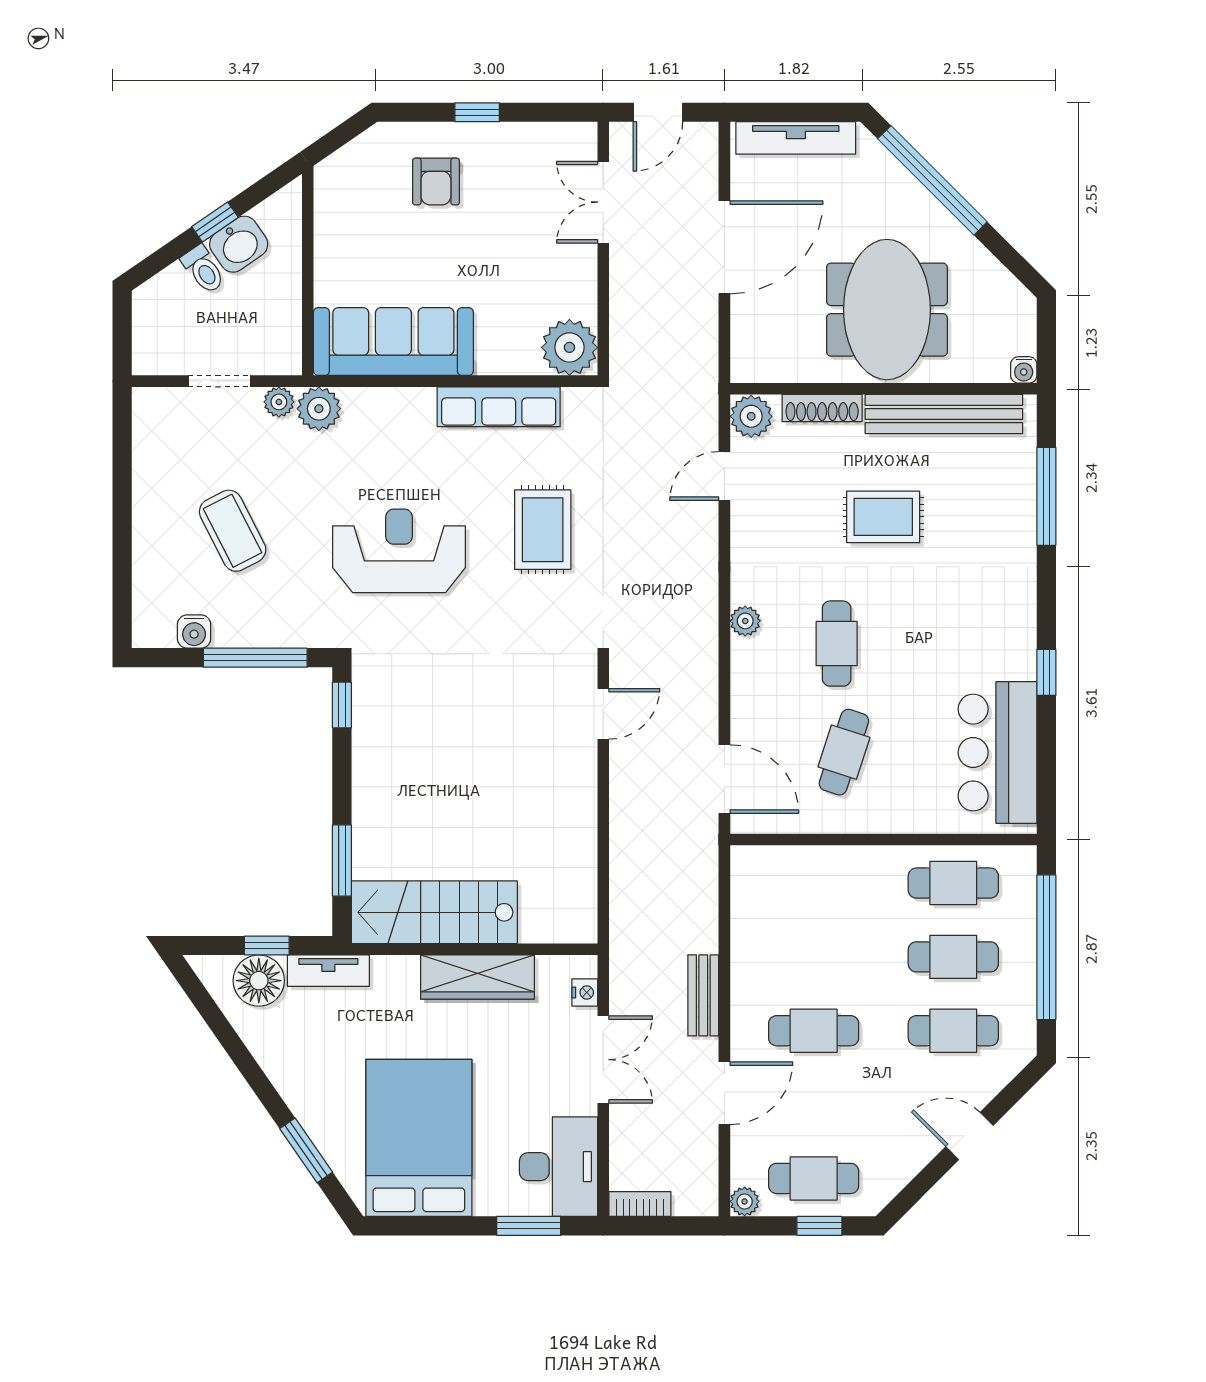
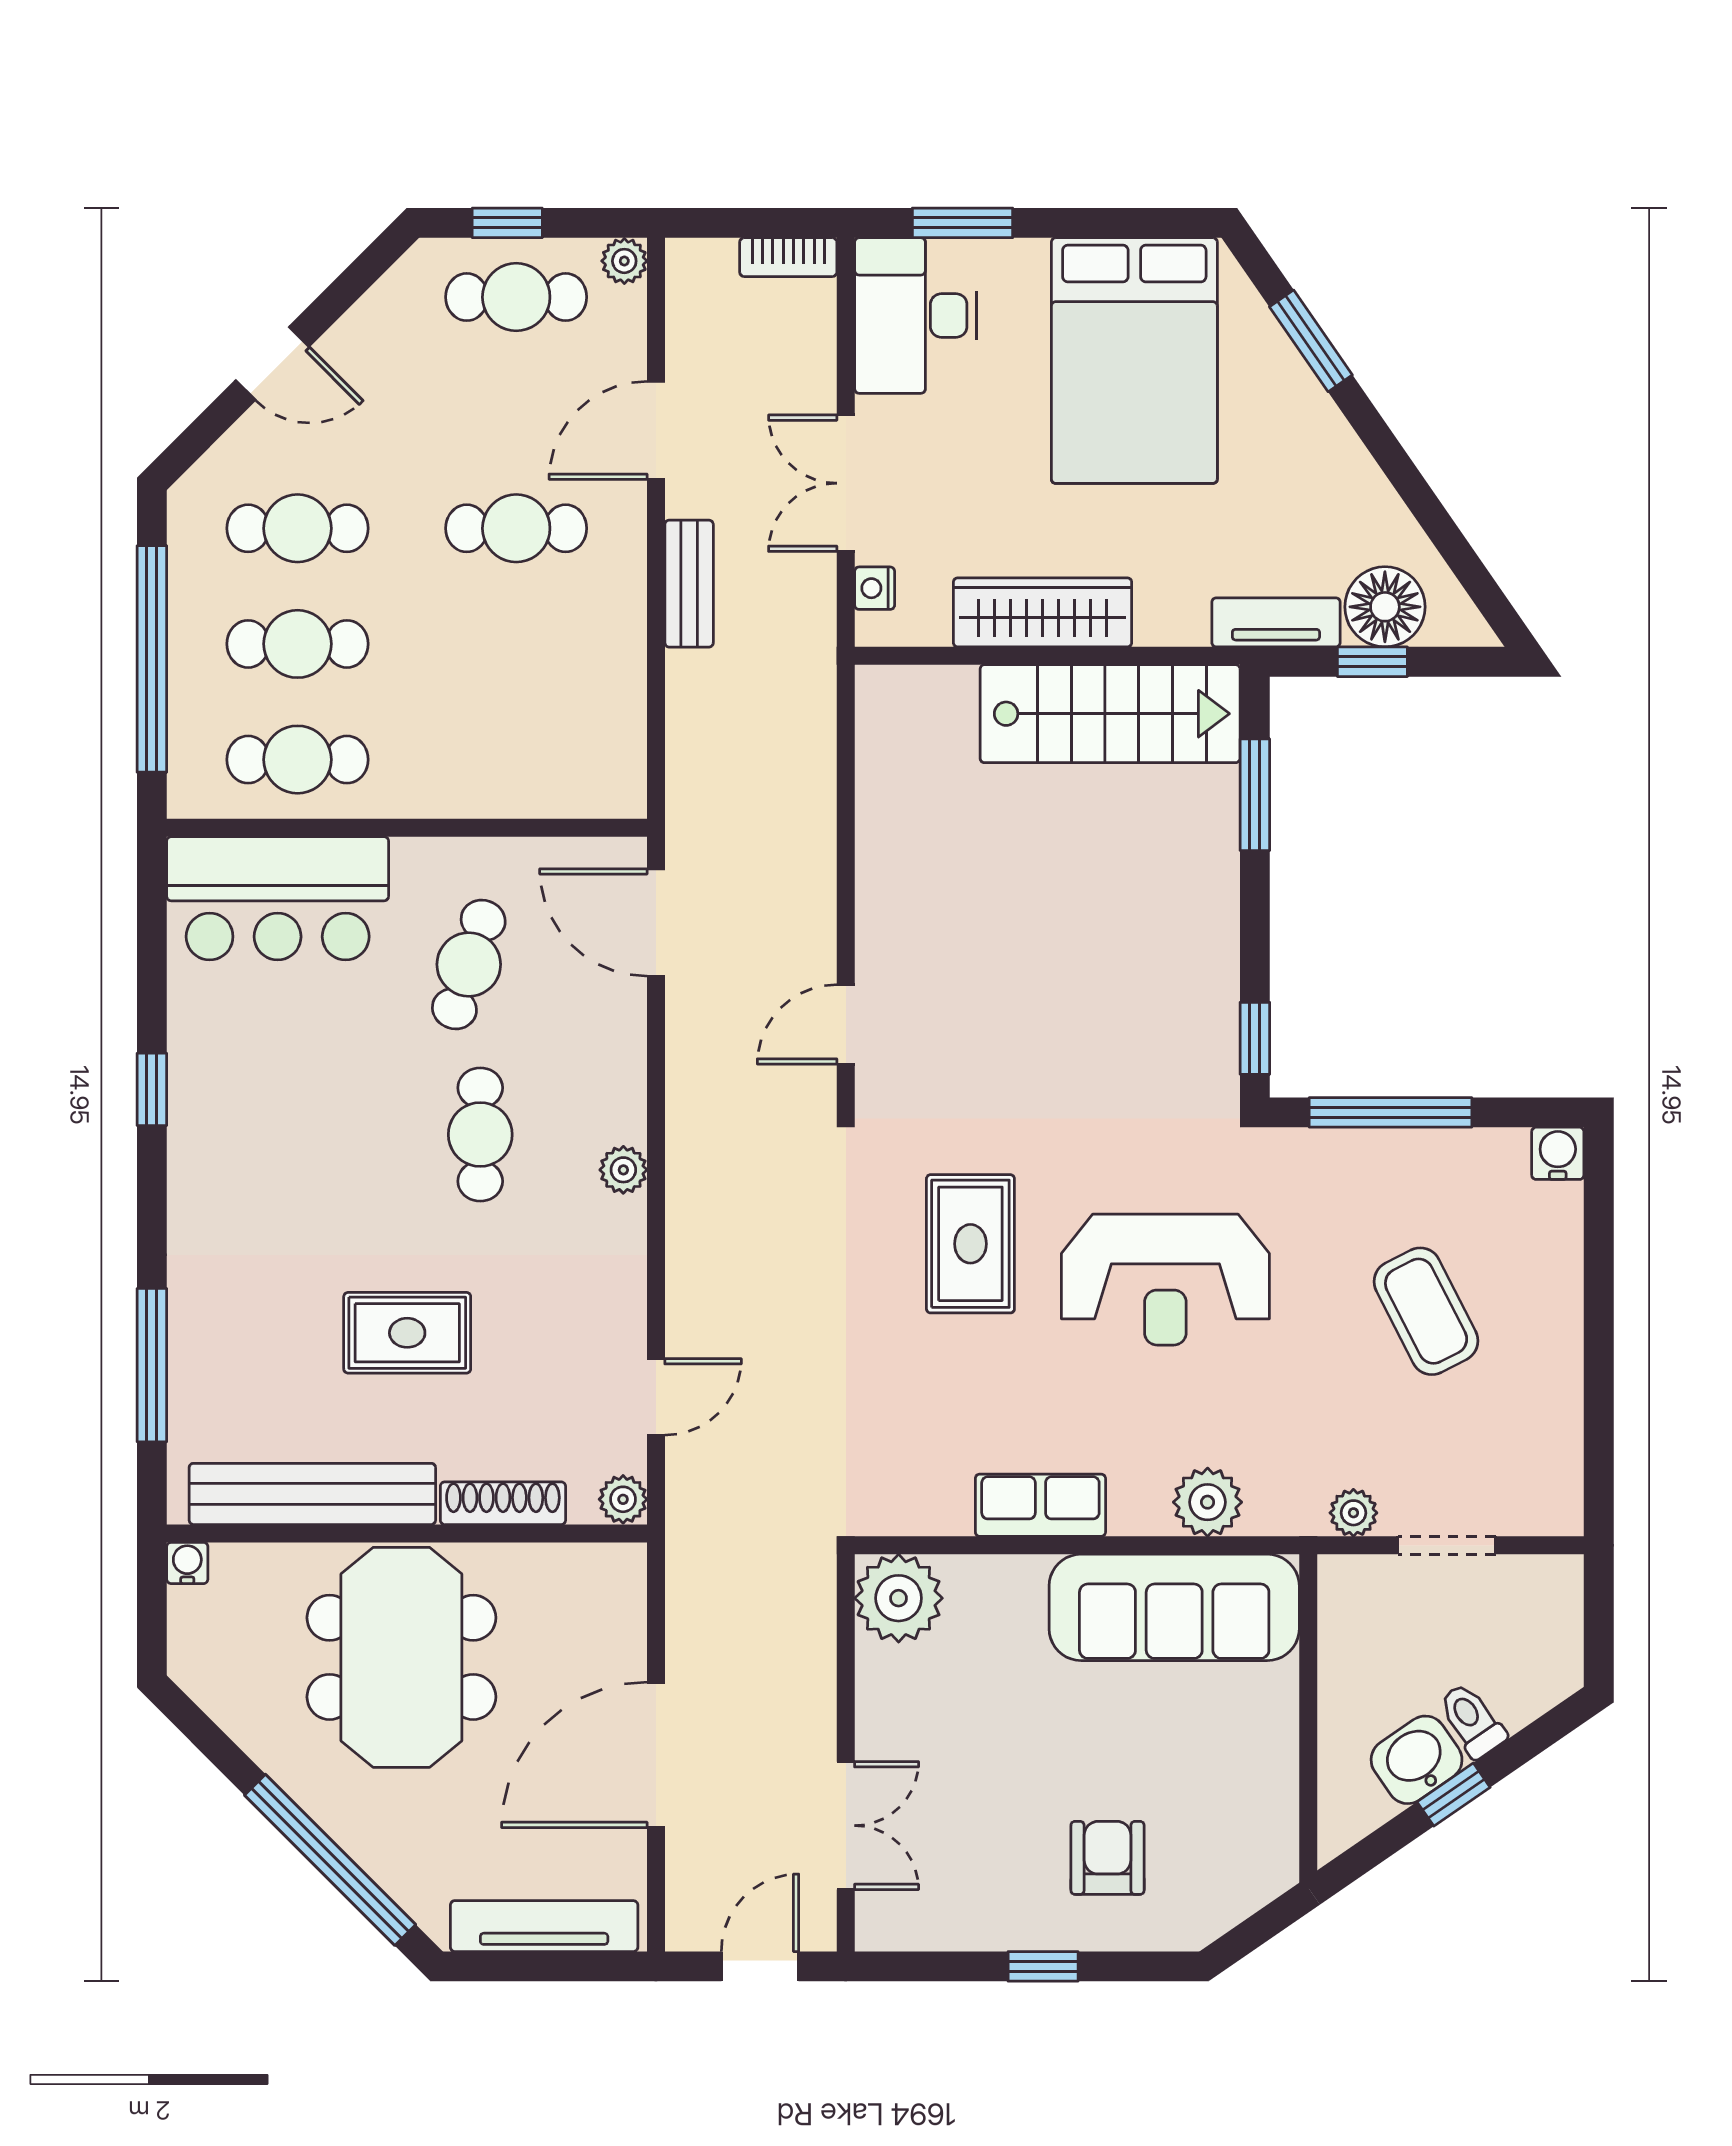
row of seats: (499, 407) -> (1040, 1505), width x0.68
plant: (319, 409) -> (1208, 1502), moved
plant: (751, 416) -> (623, 1499), width x0.73, depth x0.73
rug: (543, 530) -> (970, 1244), moved
water cooler: (194, 632) -> (1558, 1153), moved
bar counter: (998, 753) -> (278, 898), moved, turned 90

